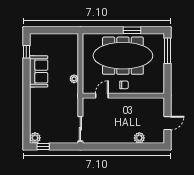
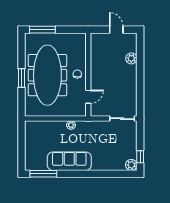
window: (132, 30) -> (21, 78), moved
window: (26, 52) -> (43, 174), width x2.17
sofa: (39, 71) -> (69, 161), width x1.36
door: (102, 96) -> (88, 97), swing flipped

